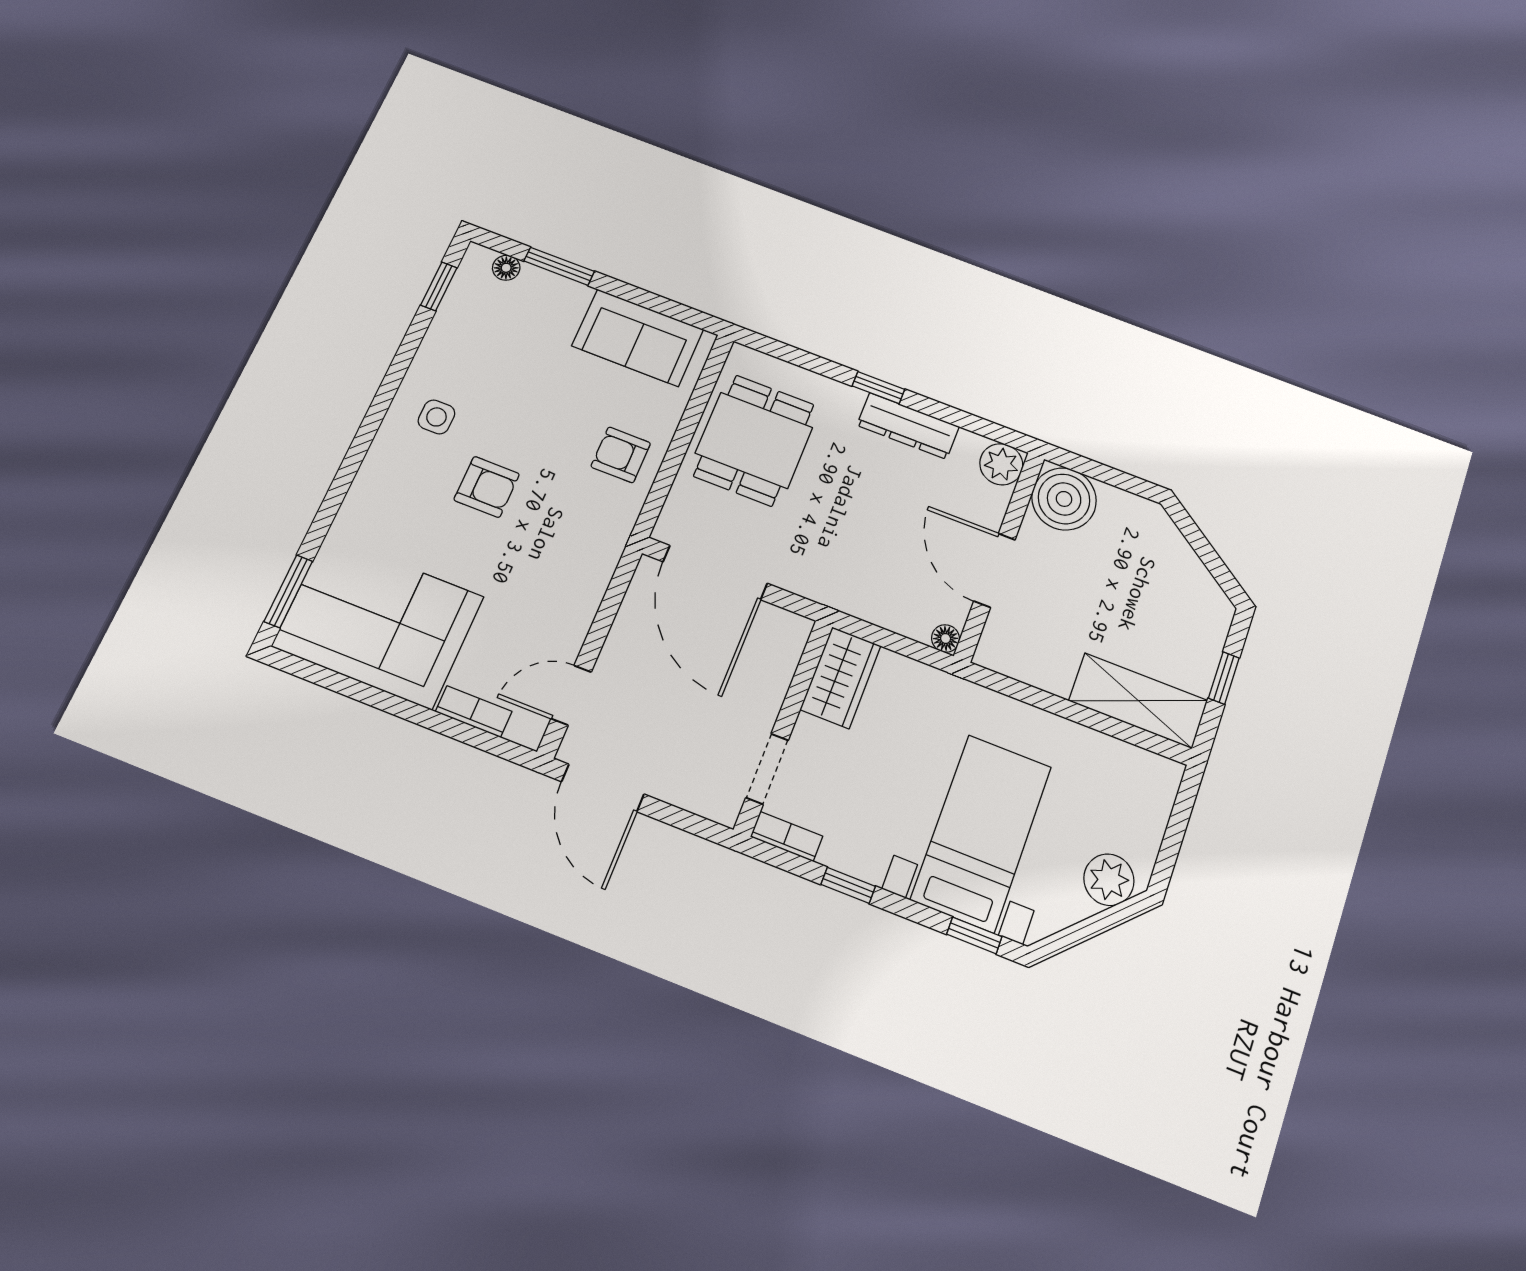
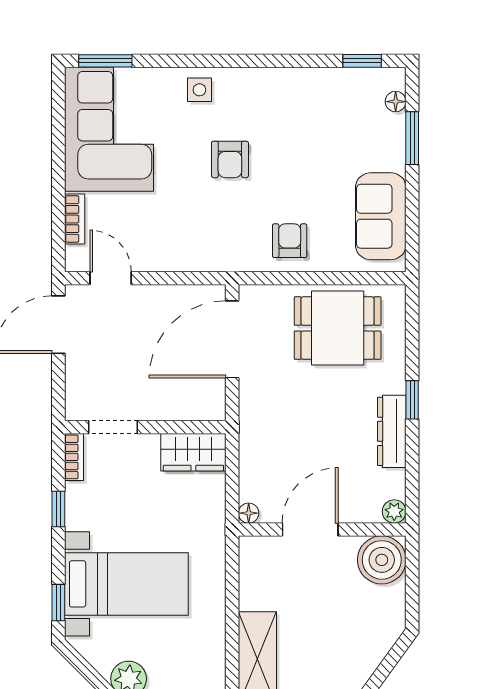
side table: (436, 417) -> (199, 90), moved
plant: (1001, 464) -> (394, 511), width x0.73, depth x0.73

